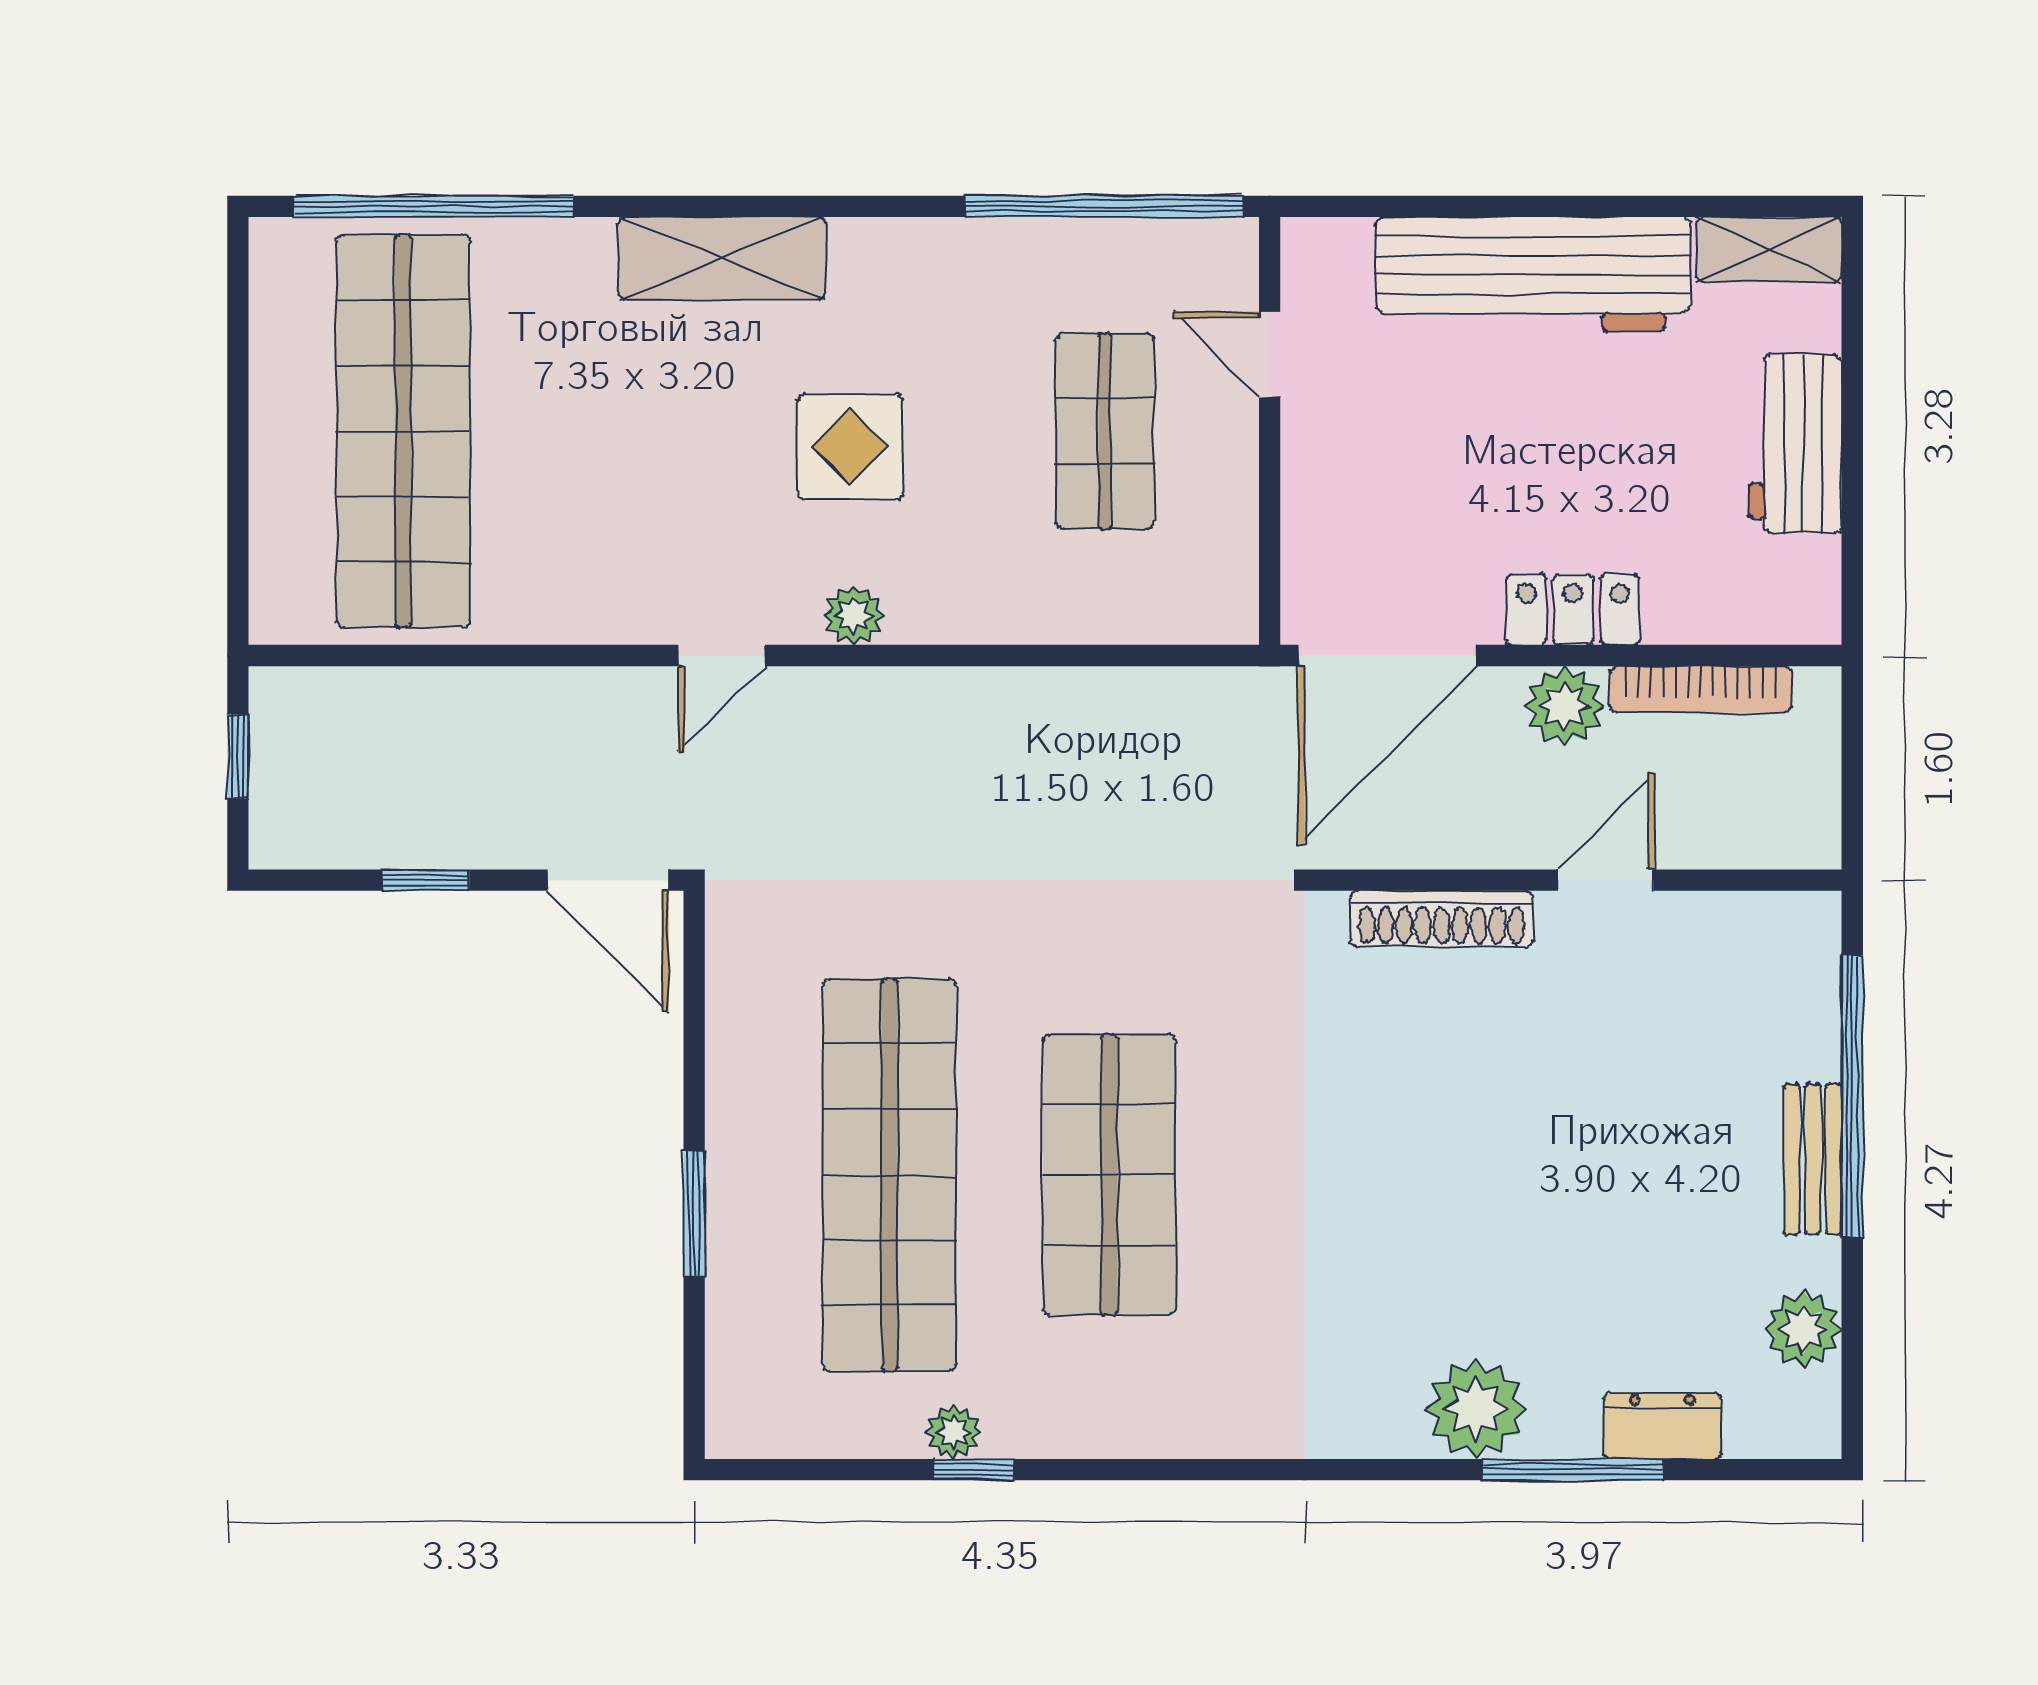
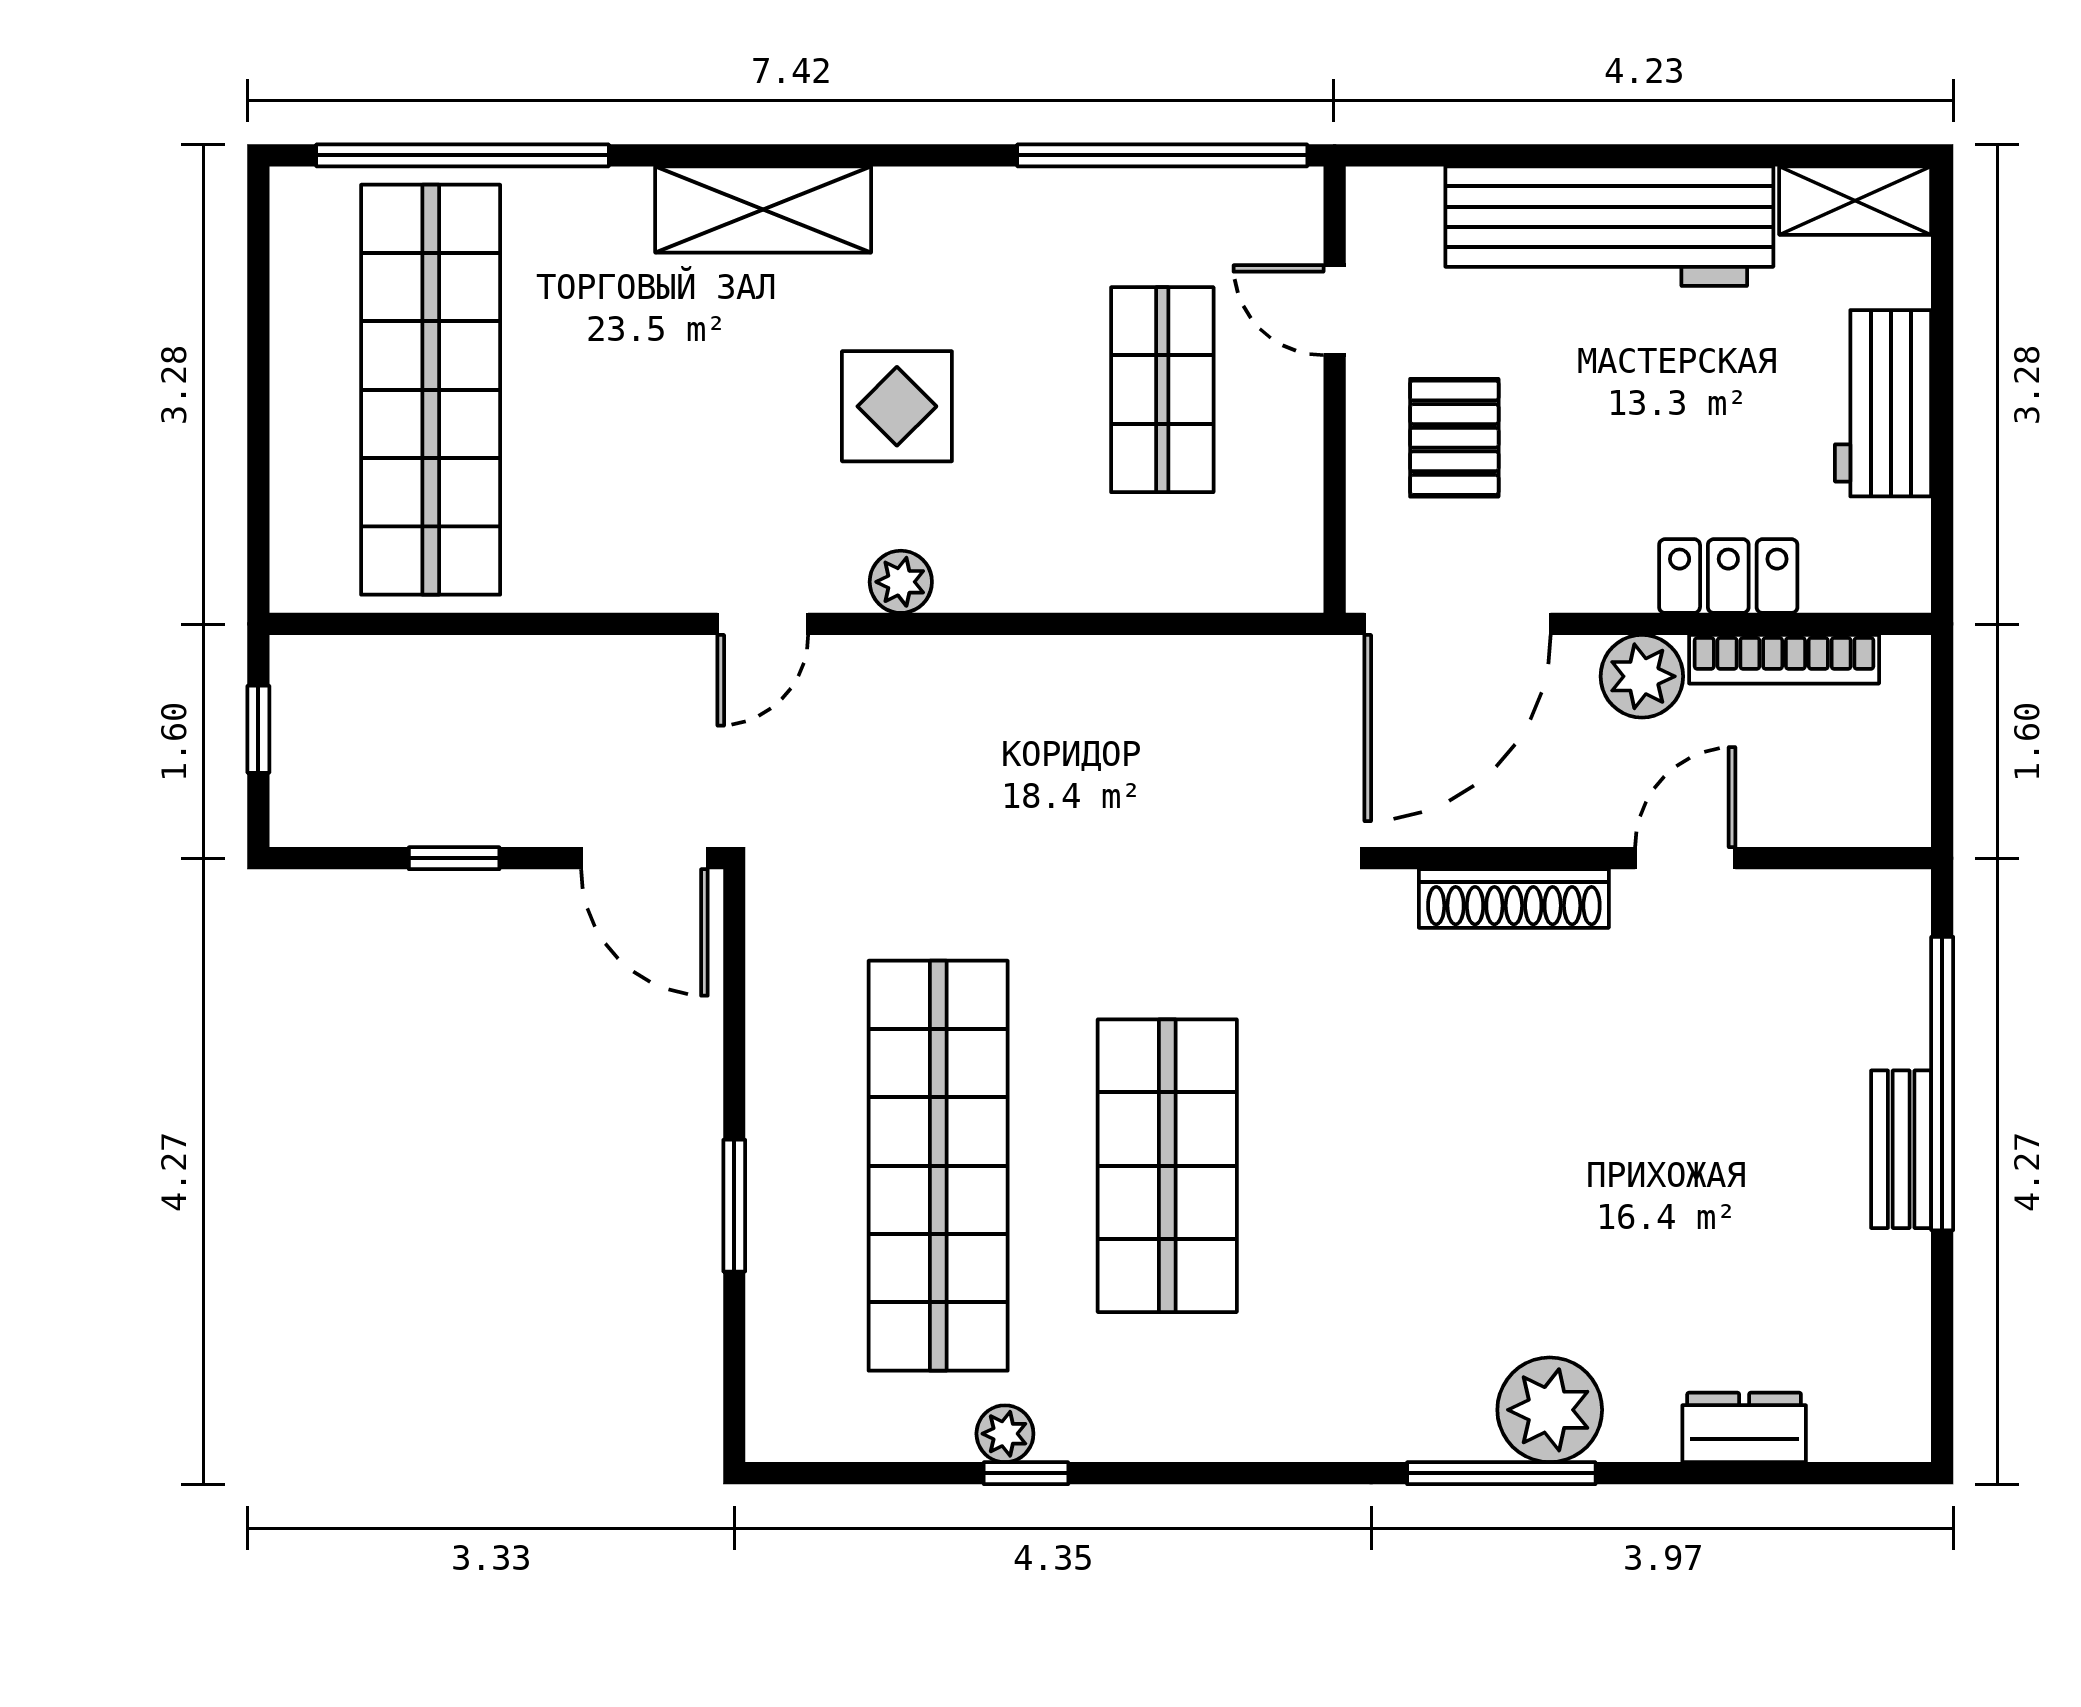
pallet: (1384, 477) -> (1454, 438), added
locker: (1573, 610) -> (1728, 576), moved
plant: (1803, 1329) -> (1891, 1327), removed
window: (1573, 1470) -> (1501, 1473), moved

